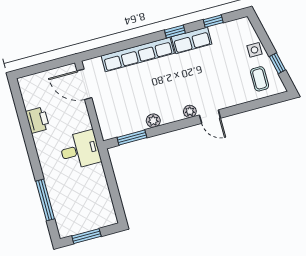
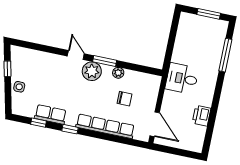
row of seats: (192, 40) -> (50, 114), moved
coffee table: (260, 79) -> (26, 64), removed
chair: (132, 96) -> (124, 99), added
plant: (190, 111) -> (92, 71), width x1.88, depth x1.88
window: (132, 138) -> (105, 61), moved

